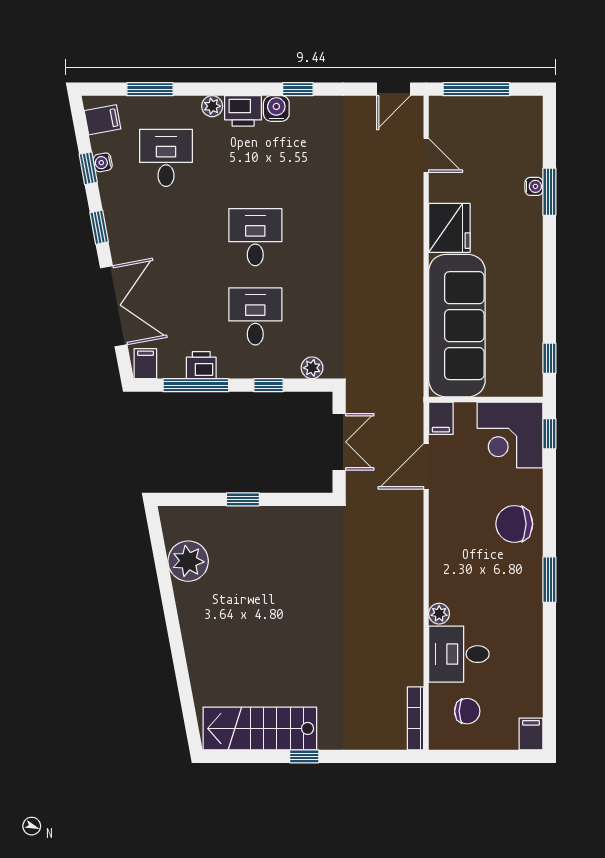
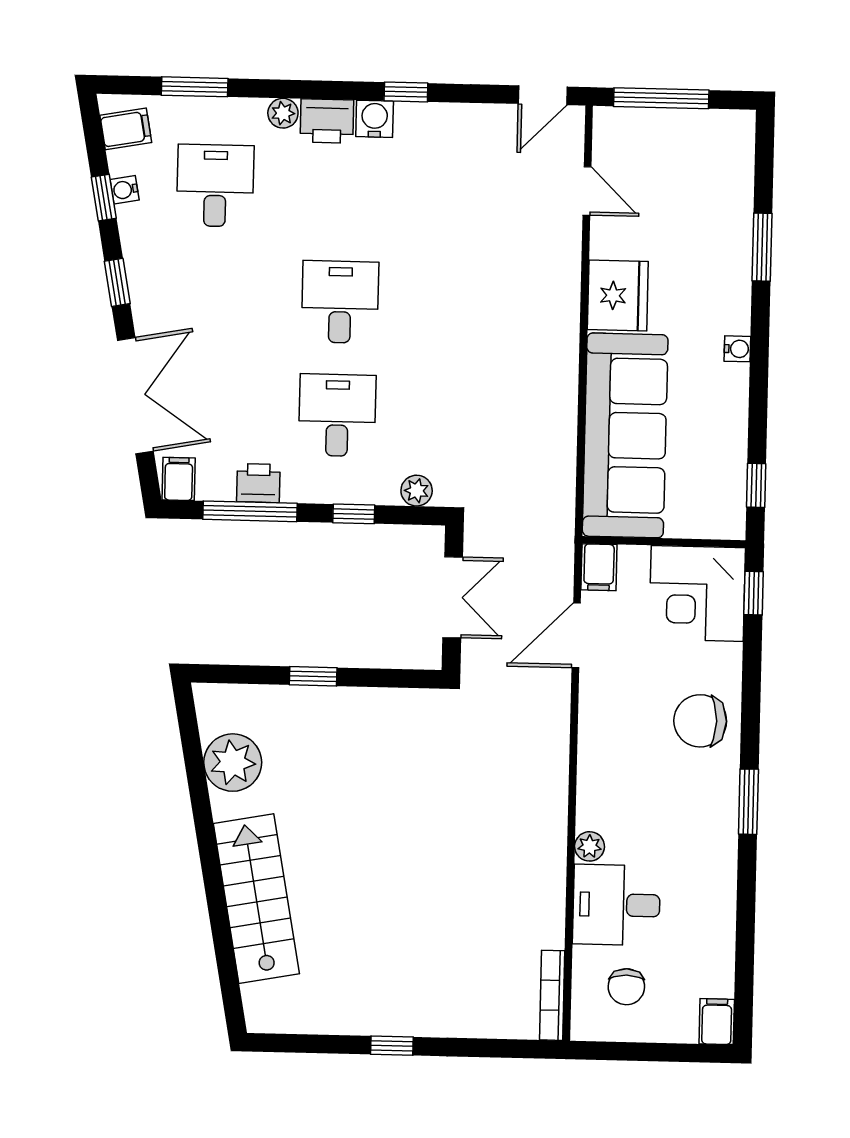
water cooler: (534, 186) -> (737, 349), moved
chair: (467, 711) -> (626, 987), turned 90
stairs: (260, 728) -> (256, 899), moved, turned 80

